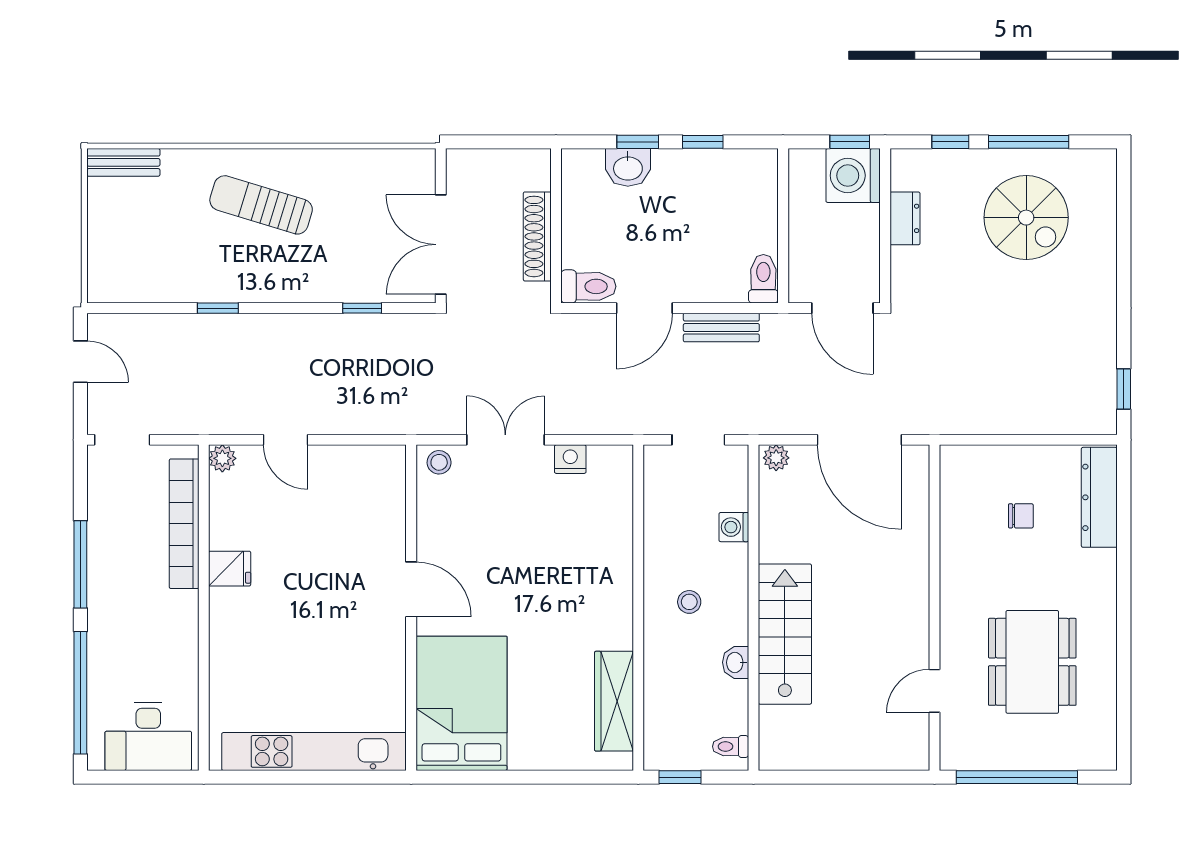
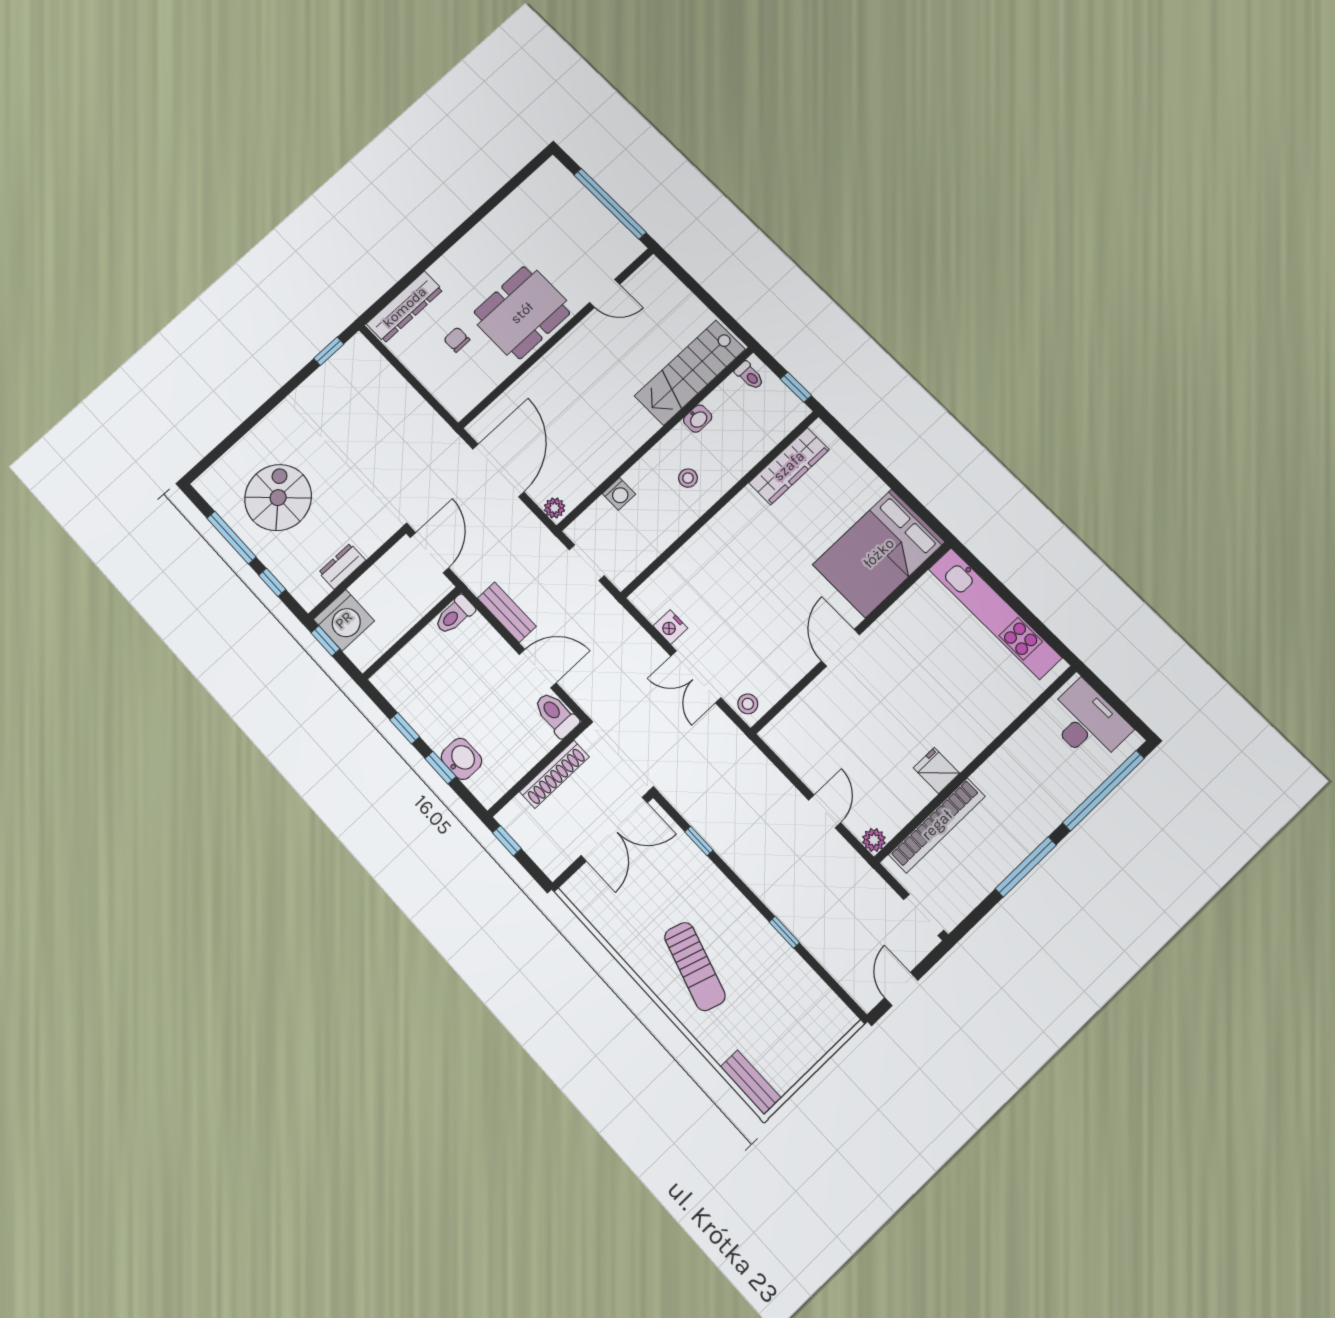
window: (519, 142) -> (507, 841), added
stairs: (785, 634) -> (690, 373), moved
dining table: (1032, 662) -> (522, 313), moved

